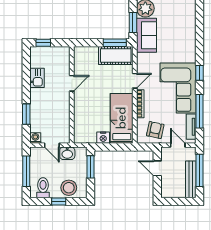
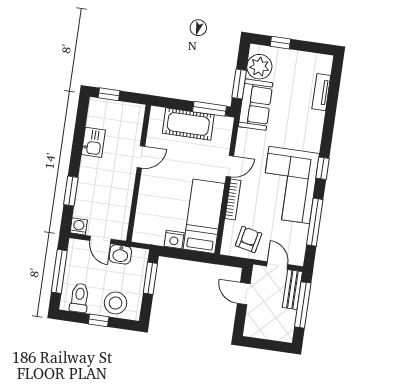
cot: (116, 56) -> (188, 124), moved
tv unit: (191, 127) -> (321, 92), moved
bench: (191, 179) -> (292, 290), moved, width x0.73

